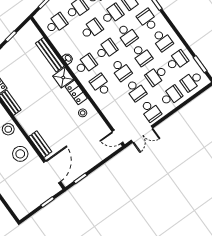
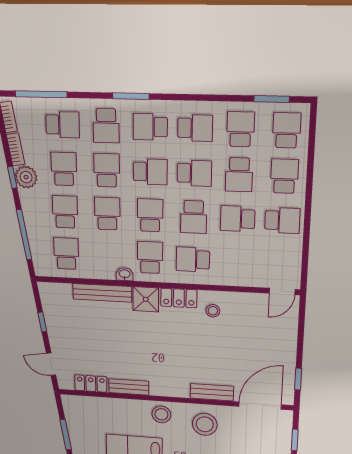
school desk: (121, 70) -> (194, 217), turned 90
school desk: (192, 81) -> (287, 130), turned 180
school desk: (136, 90) -> (238, 219), turned 180
double door: (142, 134) -> (305, 257), removed
door: (52, 172) -> (260, 406), hinge flipped

